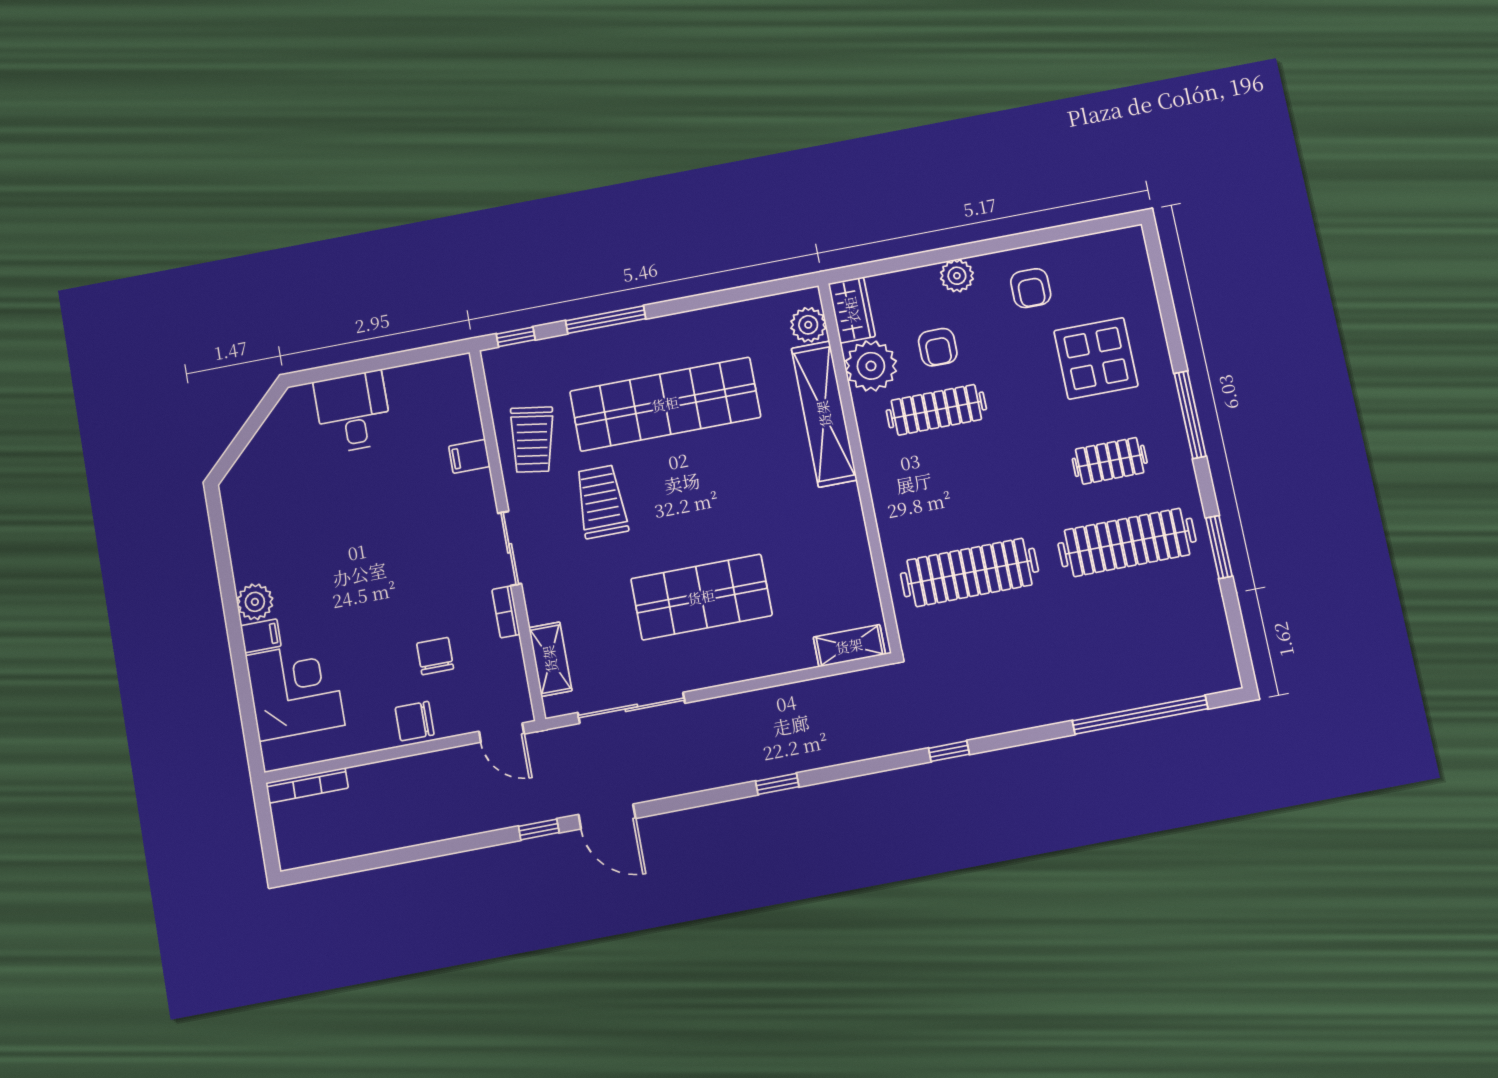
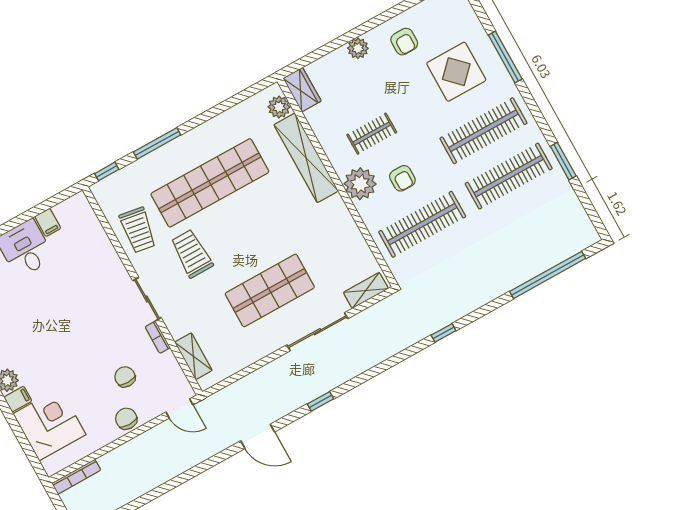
armchair: (938, 347) -> (402, 178), moved
plant: (871, 366) -> (360, 184), moved
clothes rail: (936, 410) -> (372, 134), width x0.73
window: (1190, 415) -> (505, 57), moved
filing cabinet: (469, 456) -> (48, 222), moved, turned -90
clothes rail: (1110, 461) -> (483, 131), width x1.86, depth x1.31
sliding door: (631, 708) -> (317, 332), moved
chair: (415, 721) -> (126, 419), turned 90
window: (777, 784) -> (321, 401), moved
window: (539, 829) -> (221, 457), removed

